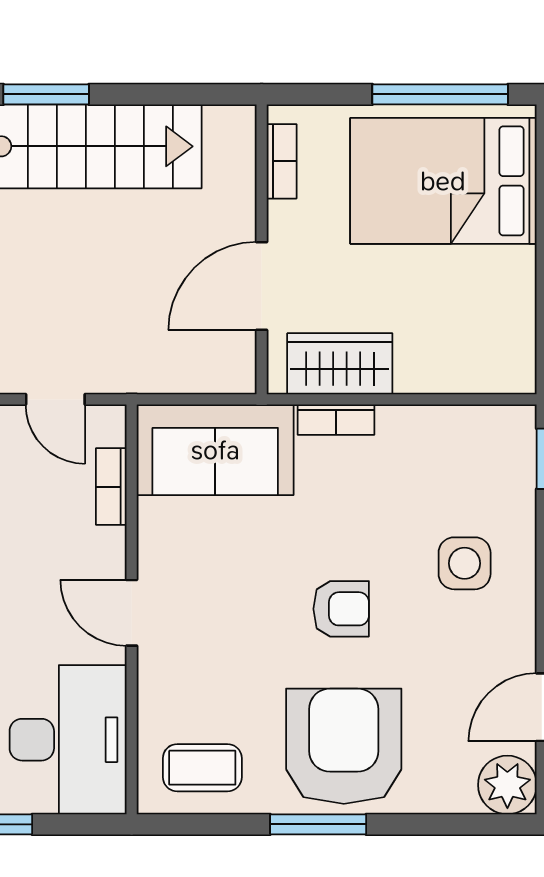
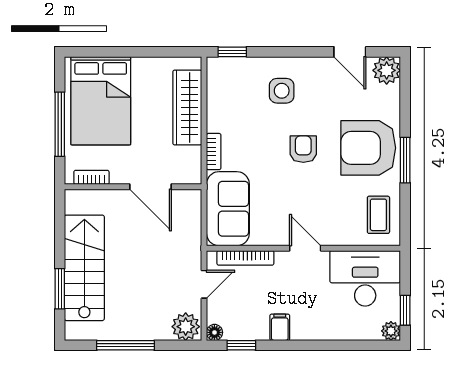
window: (440, 94) -> (60, 124), moved
wardrobe: (340, 364) -> (187, 107), moved, width x1.50
bookcase: (111, 487) -> (245, 258), width x1.56
door: (132, 613) -> (305, 248), swing flipped

